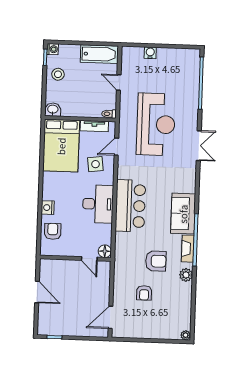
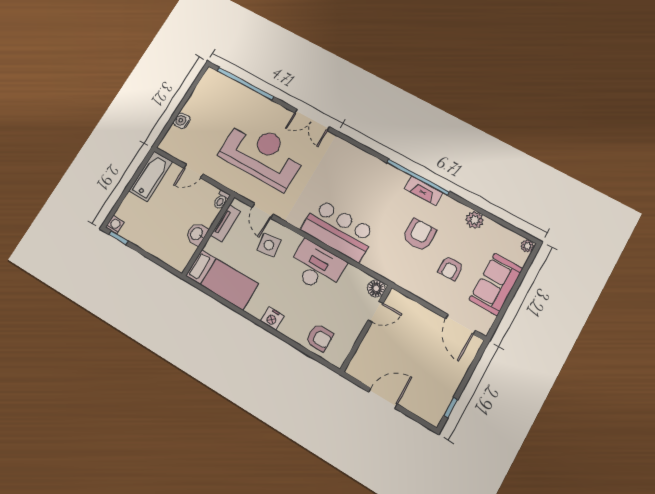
stool: (58, 74) -> (145, 233), removed
washbasin: (53, 110) -> (197, 234), moved
bed: (61, 146) -> (222, 280), width x0.67
double door: (199, 146) -> (312, 120), swing flipped
nightstand: (48, 208) -> (272, 318), moved
sofa: (183, 214) -> (496, 284), moved, turned 90
armchair: (53, 231) -> (320, 338), turned 180
plant: (186, 275) -> (475, 220), moved
armchair: (144, 293) -> (451, 268), turned 90

